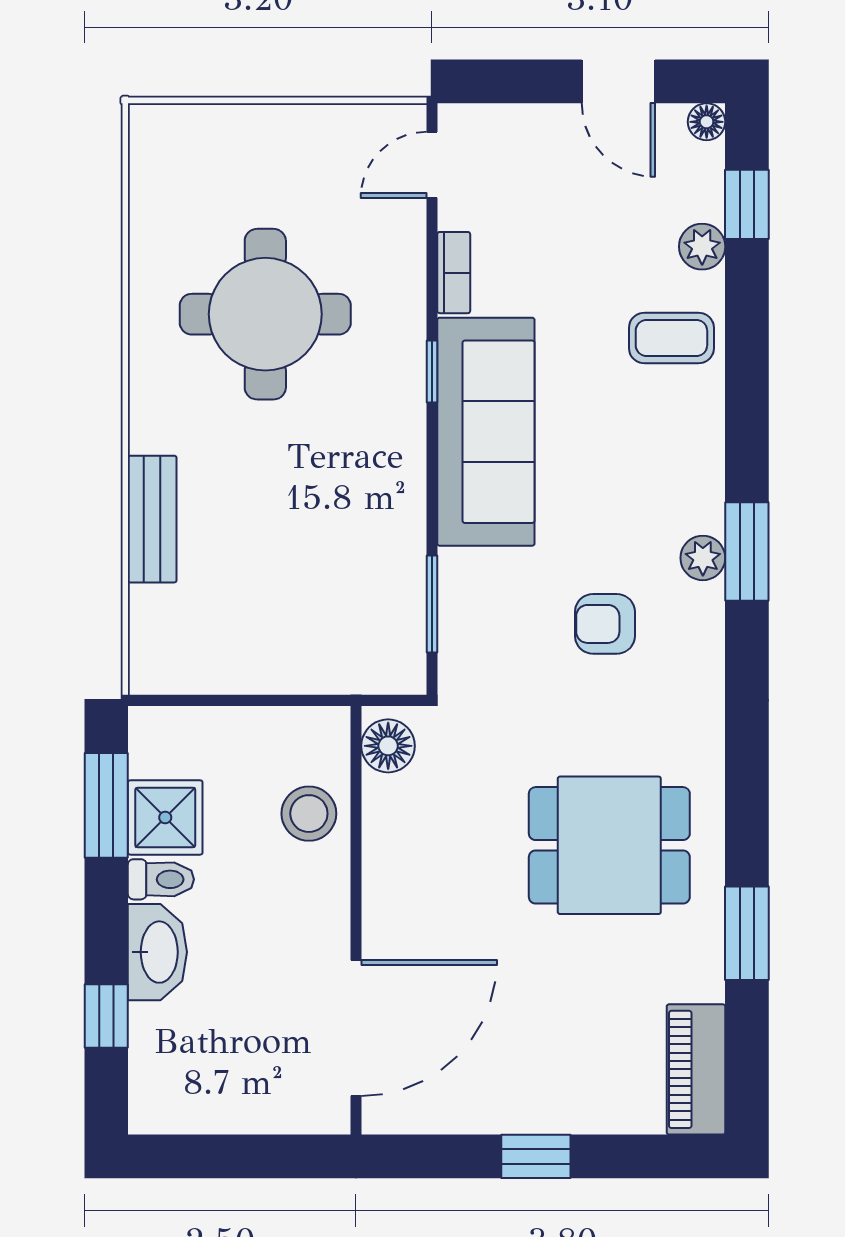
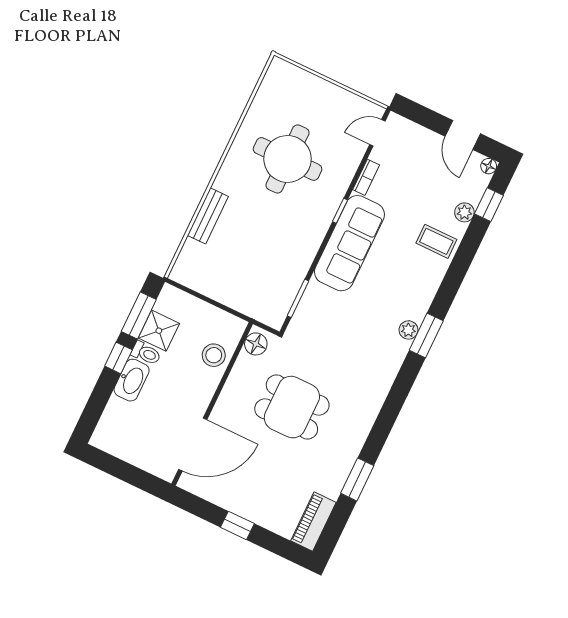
armchair: (605, 624) -> (360, 337), removed
dining table: (609, 845) -> (292, 407), moved
window: (106, 1016) -> (118, 358), moved

